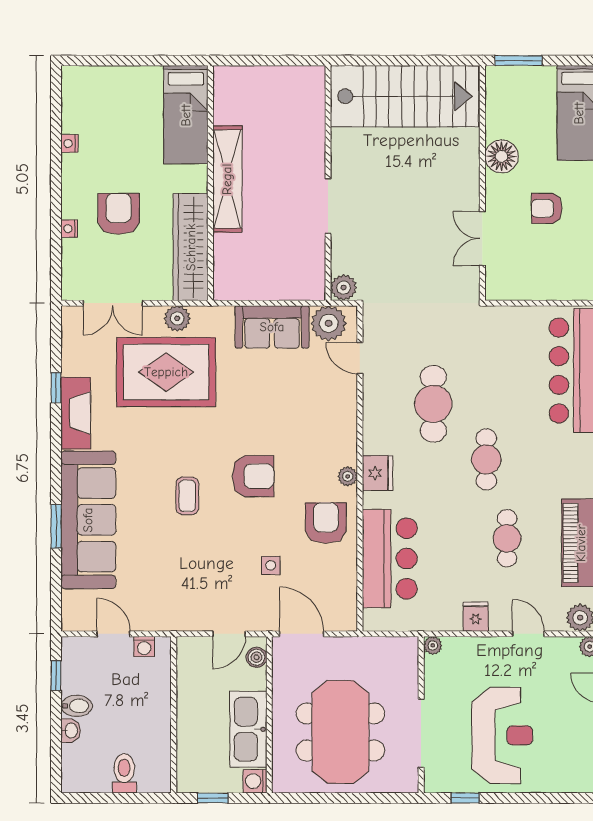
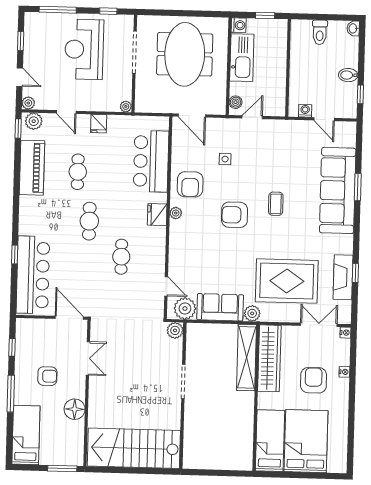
bed: (128, 116) -> (306, 441), added
nightstand: (69, 143) -> (345, 333), moved
shelving: (227, 179) -> (247, 357), moved
armchair: (119, 214) -> (314, 380), turned 180
door: (514, 303) -> (69, 318), added
plant: (177, 318) -> (252, 313), moved
cafe table: (433, 404) -> (121, 257), width x0.73, depth x0.74
fireplace: (76, 413) -> (343, 277), moved
door: (302, 634) -> (192, 116), moved
washbasin: (71, 731) -> (353, 28), moved
window: (547, 798) -> (58, 10), added

